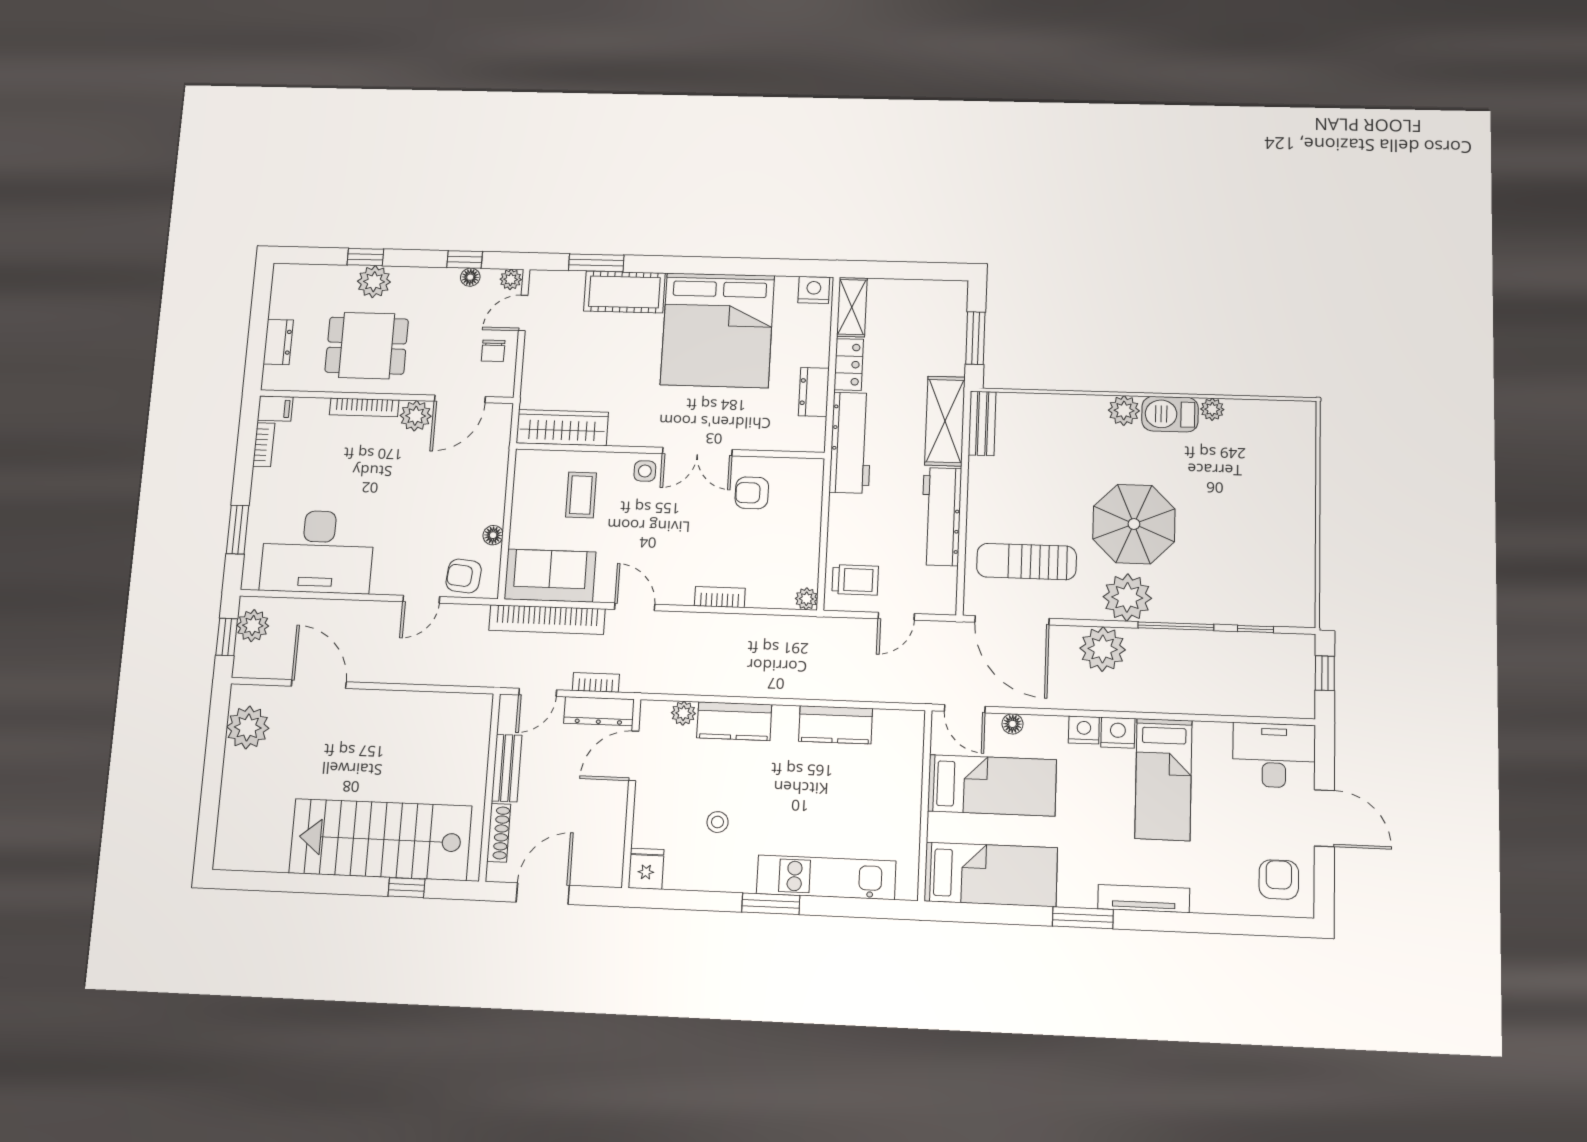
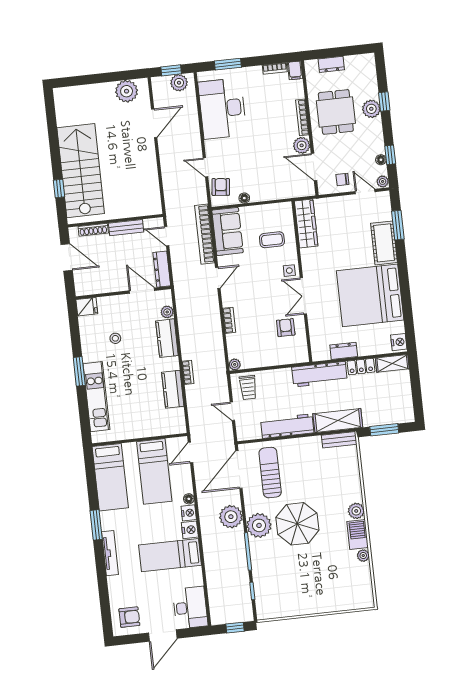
bookcase: (596, 682) -> (188, 372), moved
floor lamp: (1013, 724) -> (189, 499), moved

